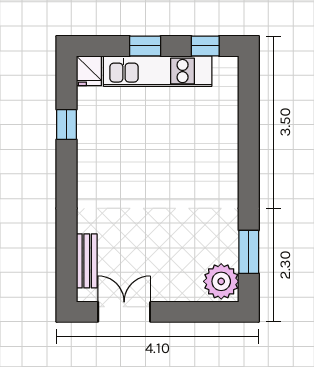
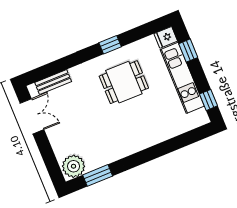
window: (145, 46) -> (188, 51), moved
window: (67, 124) -> (110, 45), moved
dining table: (129, 158) -> (124, 82), added

